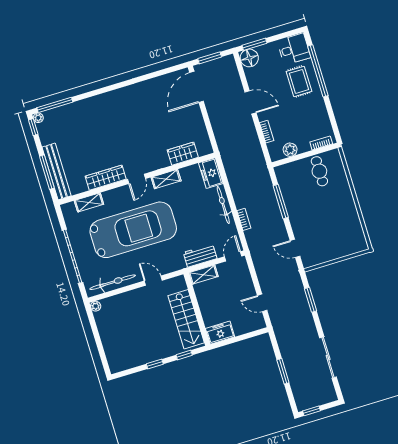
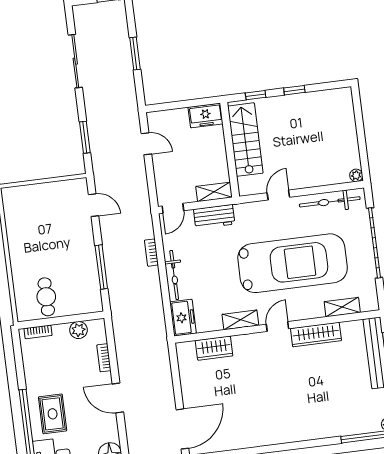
car: (133, 230) -> (293, 263), turned 180
door: (153, 281) -> (278, 195), swing flipped

